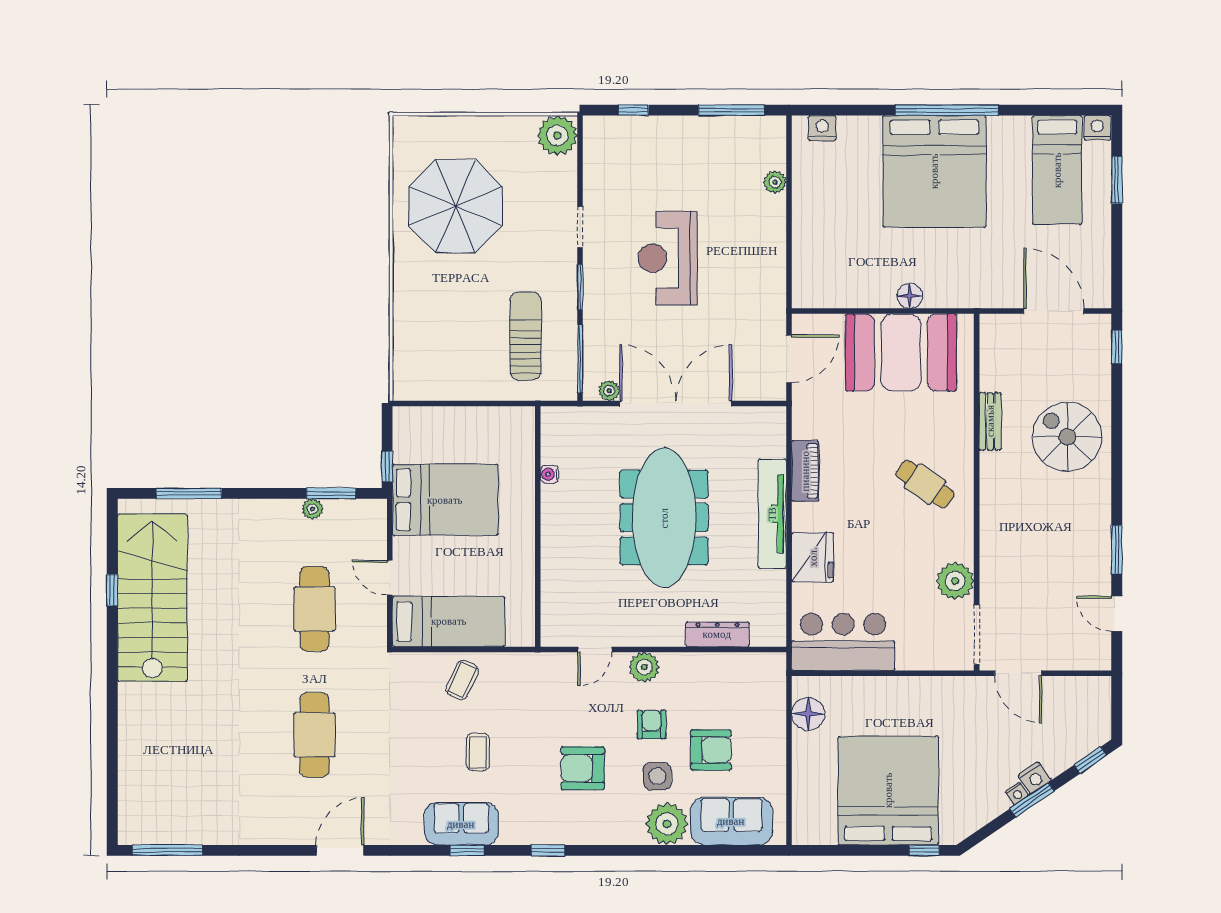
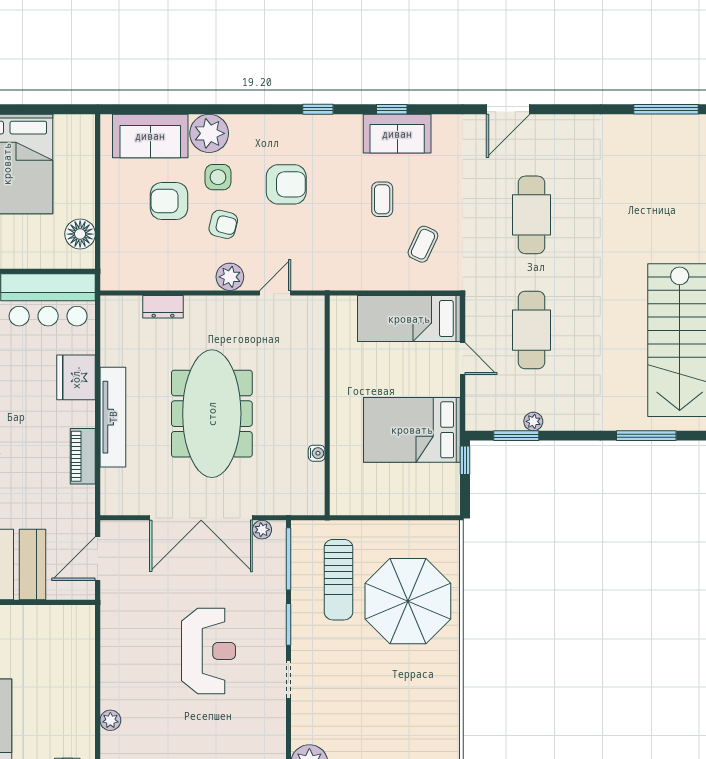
parasol: (456, 206) -> (408, 601), moved
dresser: (717, 634) -> (163, 307), width x0.70
coffee table: (462, 680) -> (423, 244), moved
armchair: (652, 724) -> (223, 224), turned -76

